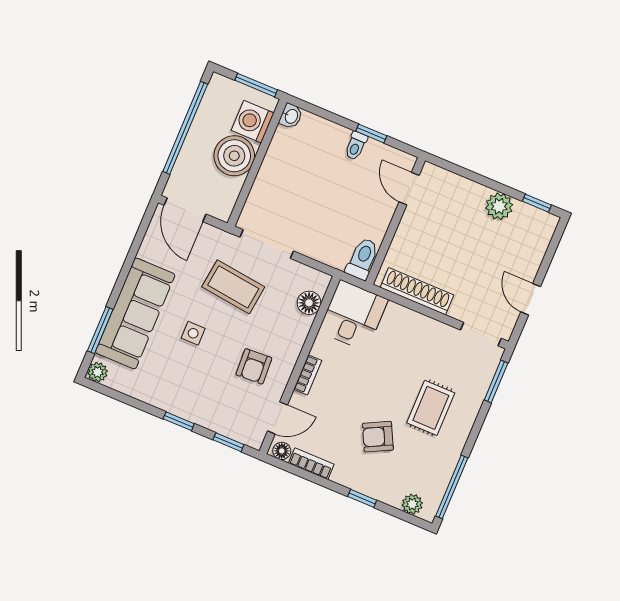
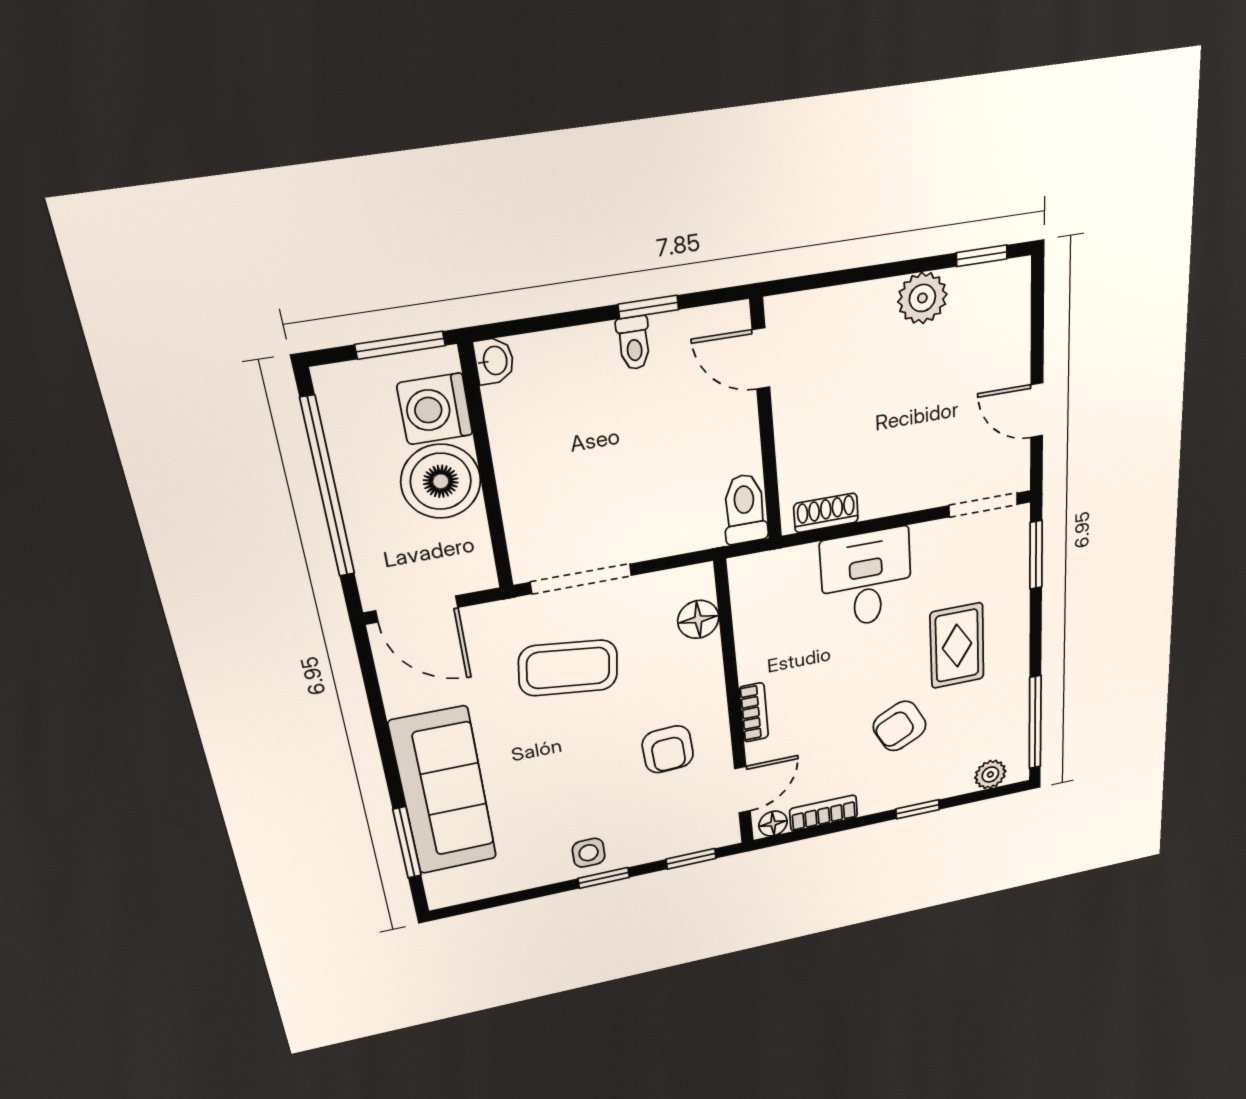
shoe rack: (417, 291) -> (826, 513), width x0.51, depth x0.81
desk: (353, 315) -> (866, 579), moved
side table: (193, 333) -> (589, 853), moved
plant: (98, 372) -> (443, 893), removed

